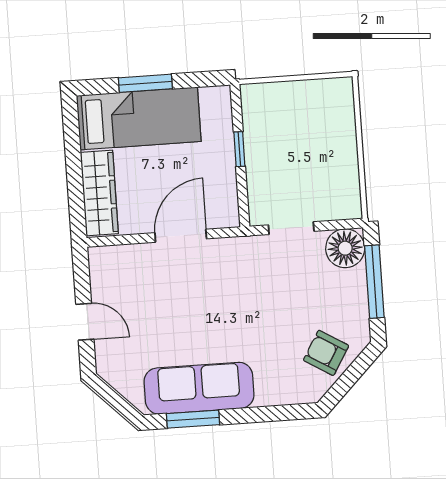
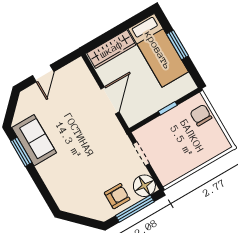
chair: (277, 101) -> (201, 115), added
door: (181, 236) -> (110, 100), hinge flipped
armchair: (326, 353) -> (117, 196), moved, turned 59
sofa: (199, 388) -> (34, 140), width x0.73

